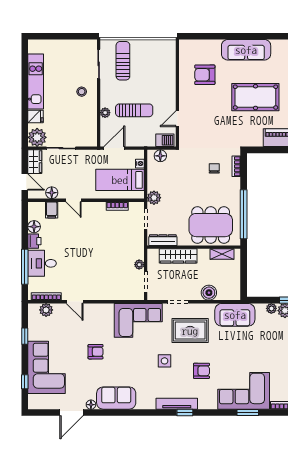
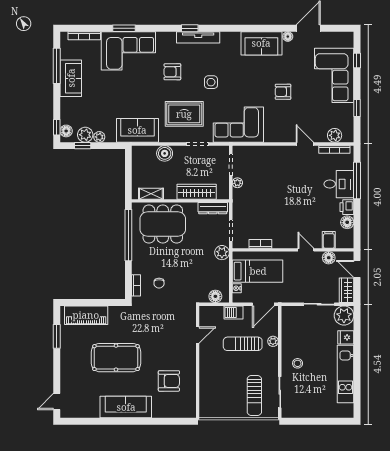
barbecue: (165, 140) -> (233, 312), moved

